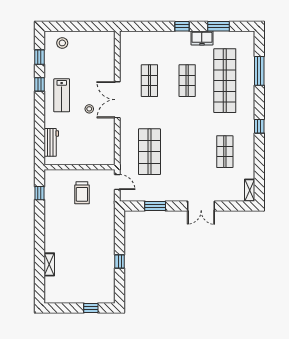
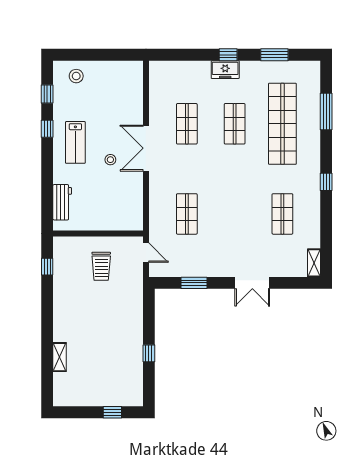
freezer: (202, 38) -> (225, 70), moved
shop shelf: (149, 152) -> (187, 214), width x0.70, depth x0.74

